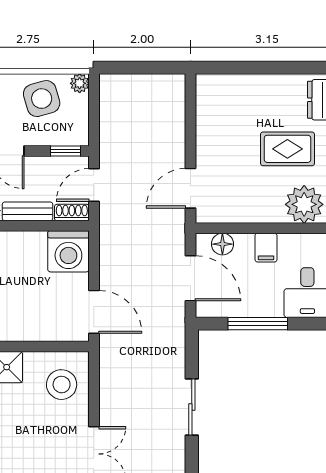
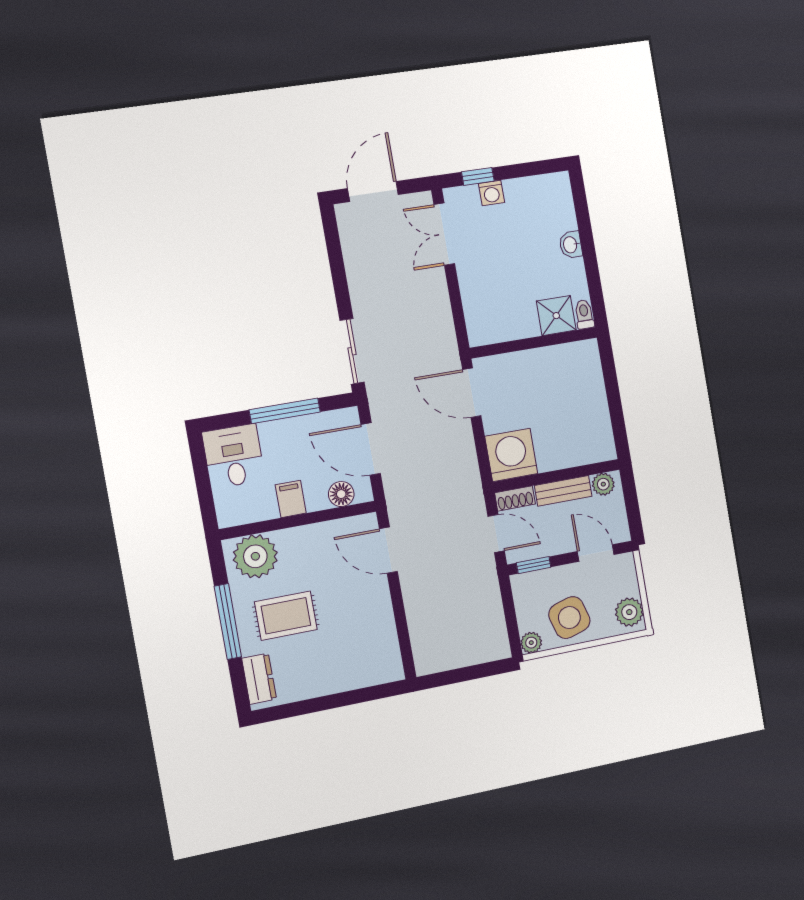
door: (94, 185) -> (496, 534), hinge flipped
door: (191, 188) -> (388, 550), swing flipped
stool: (62, 385) -> (493, 306), removed
sliding door: (192, 407) -> (352, 351), moved

